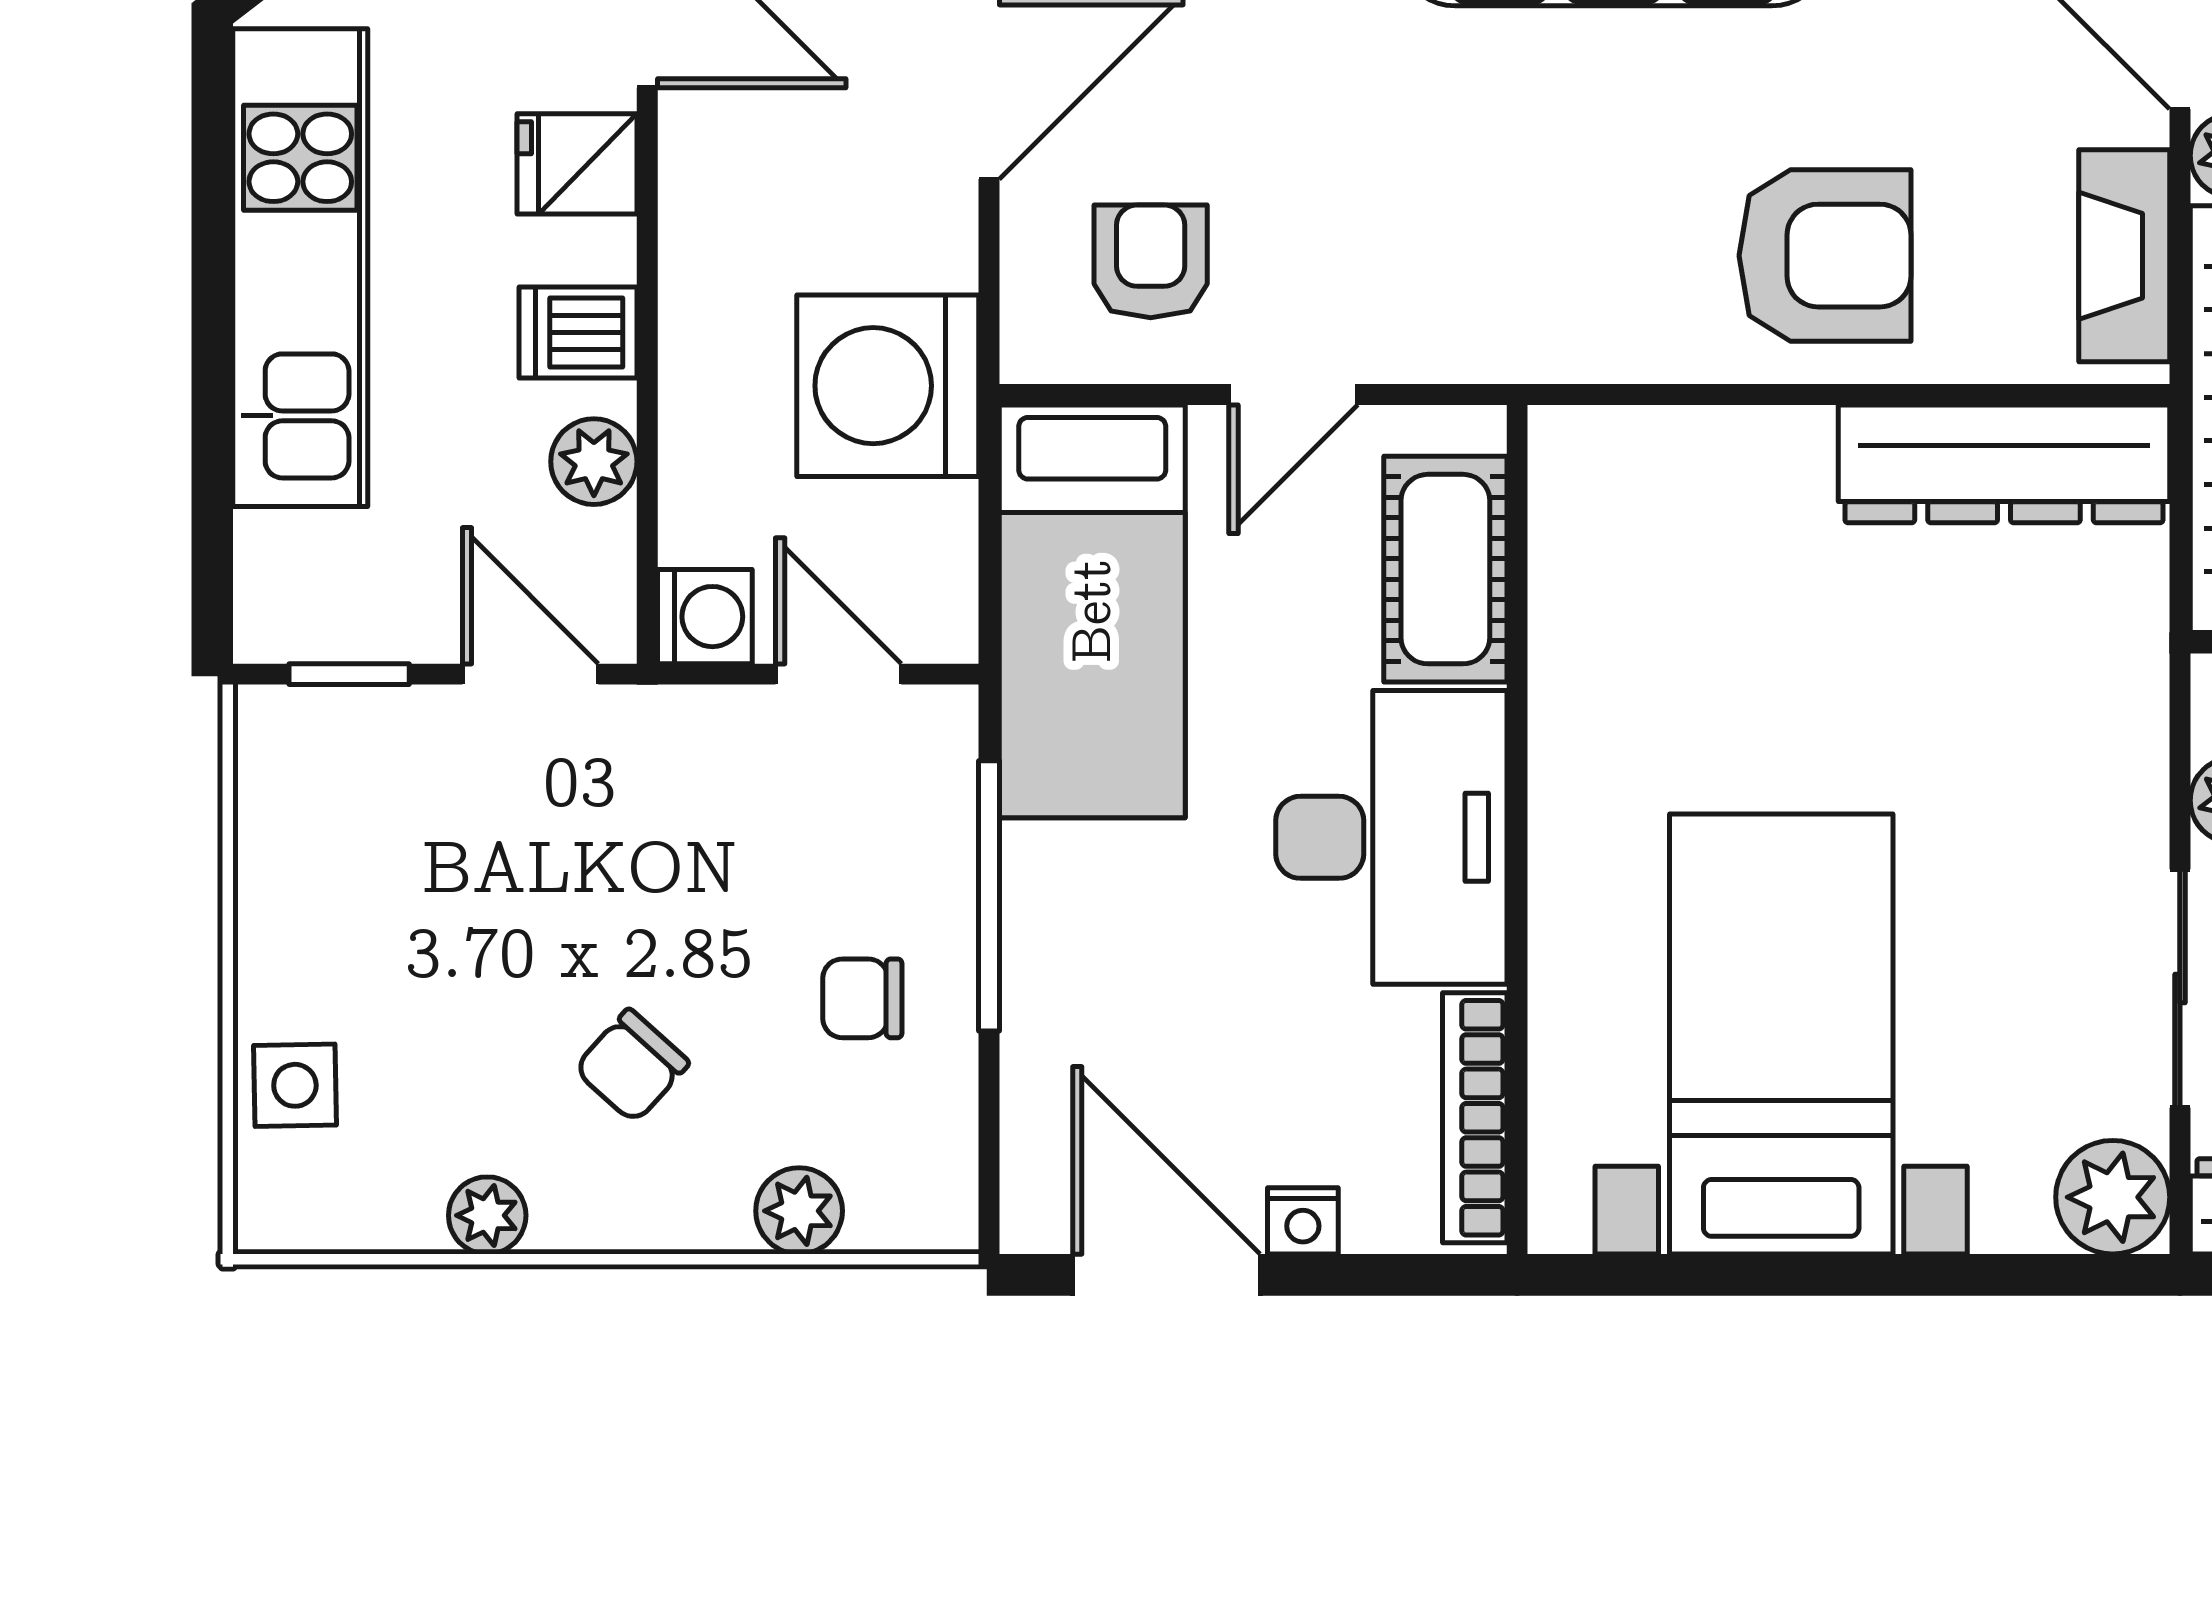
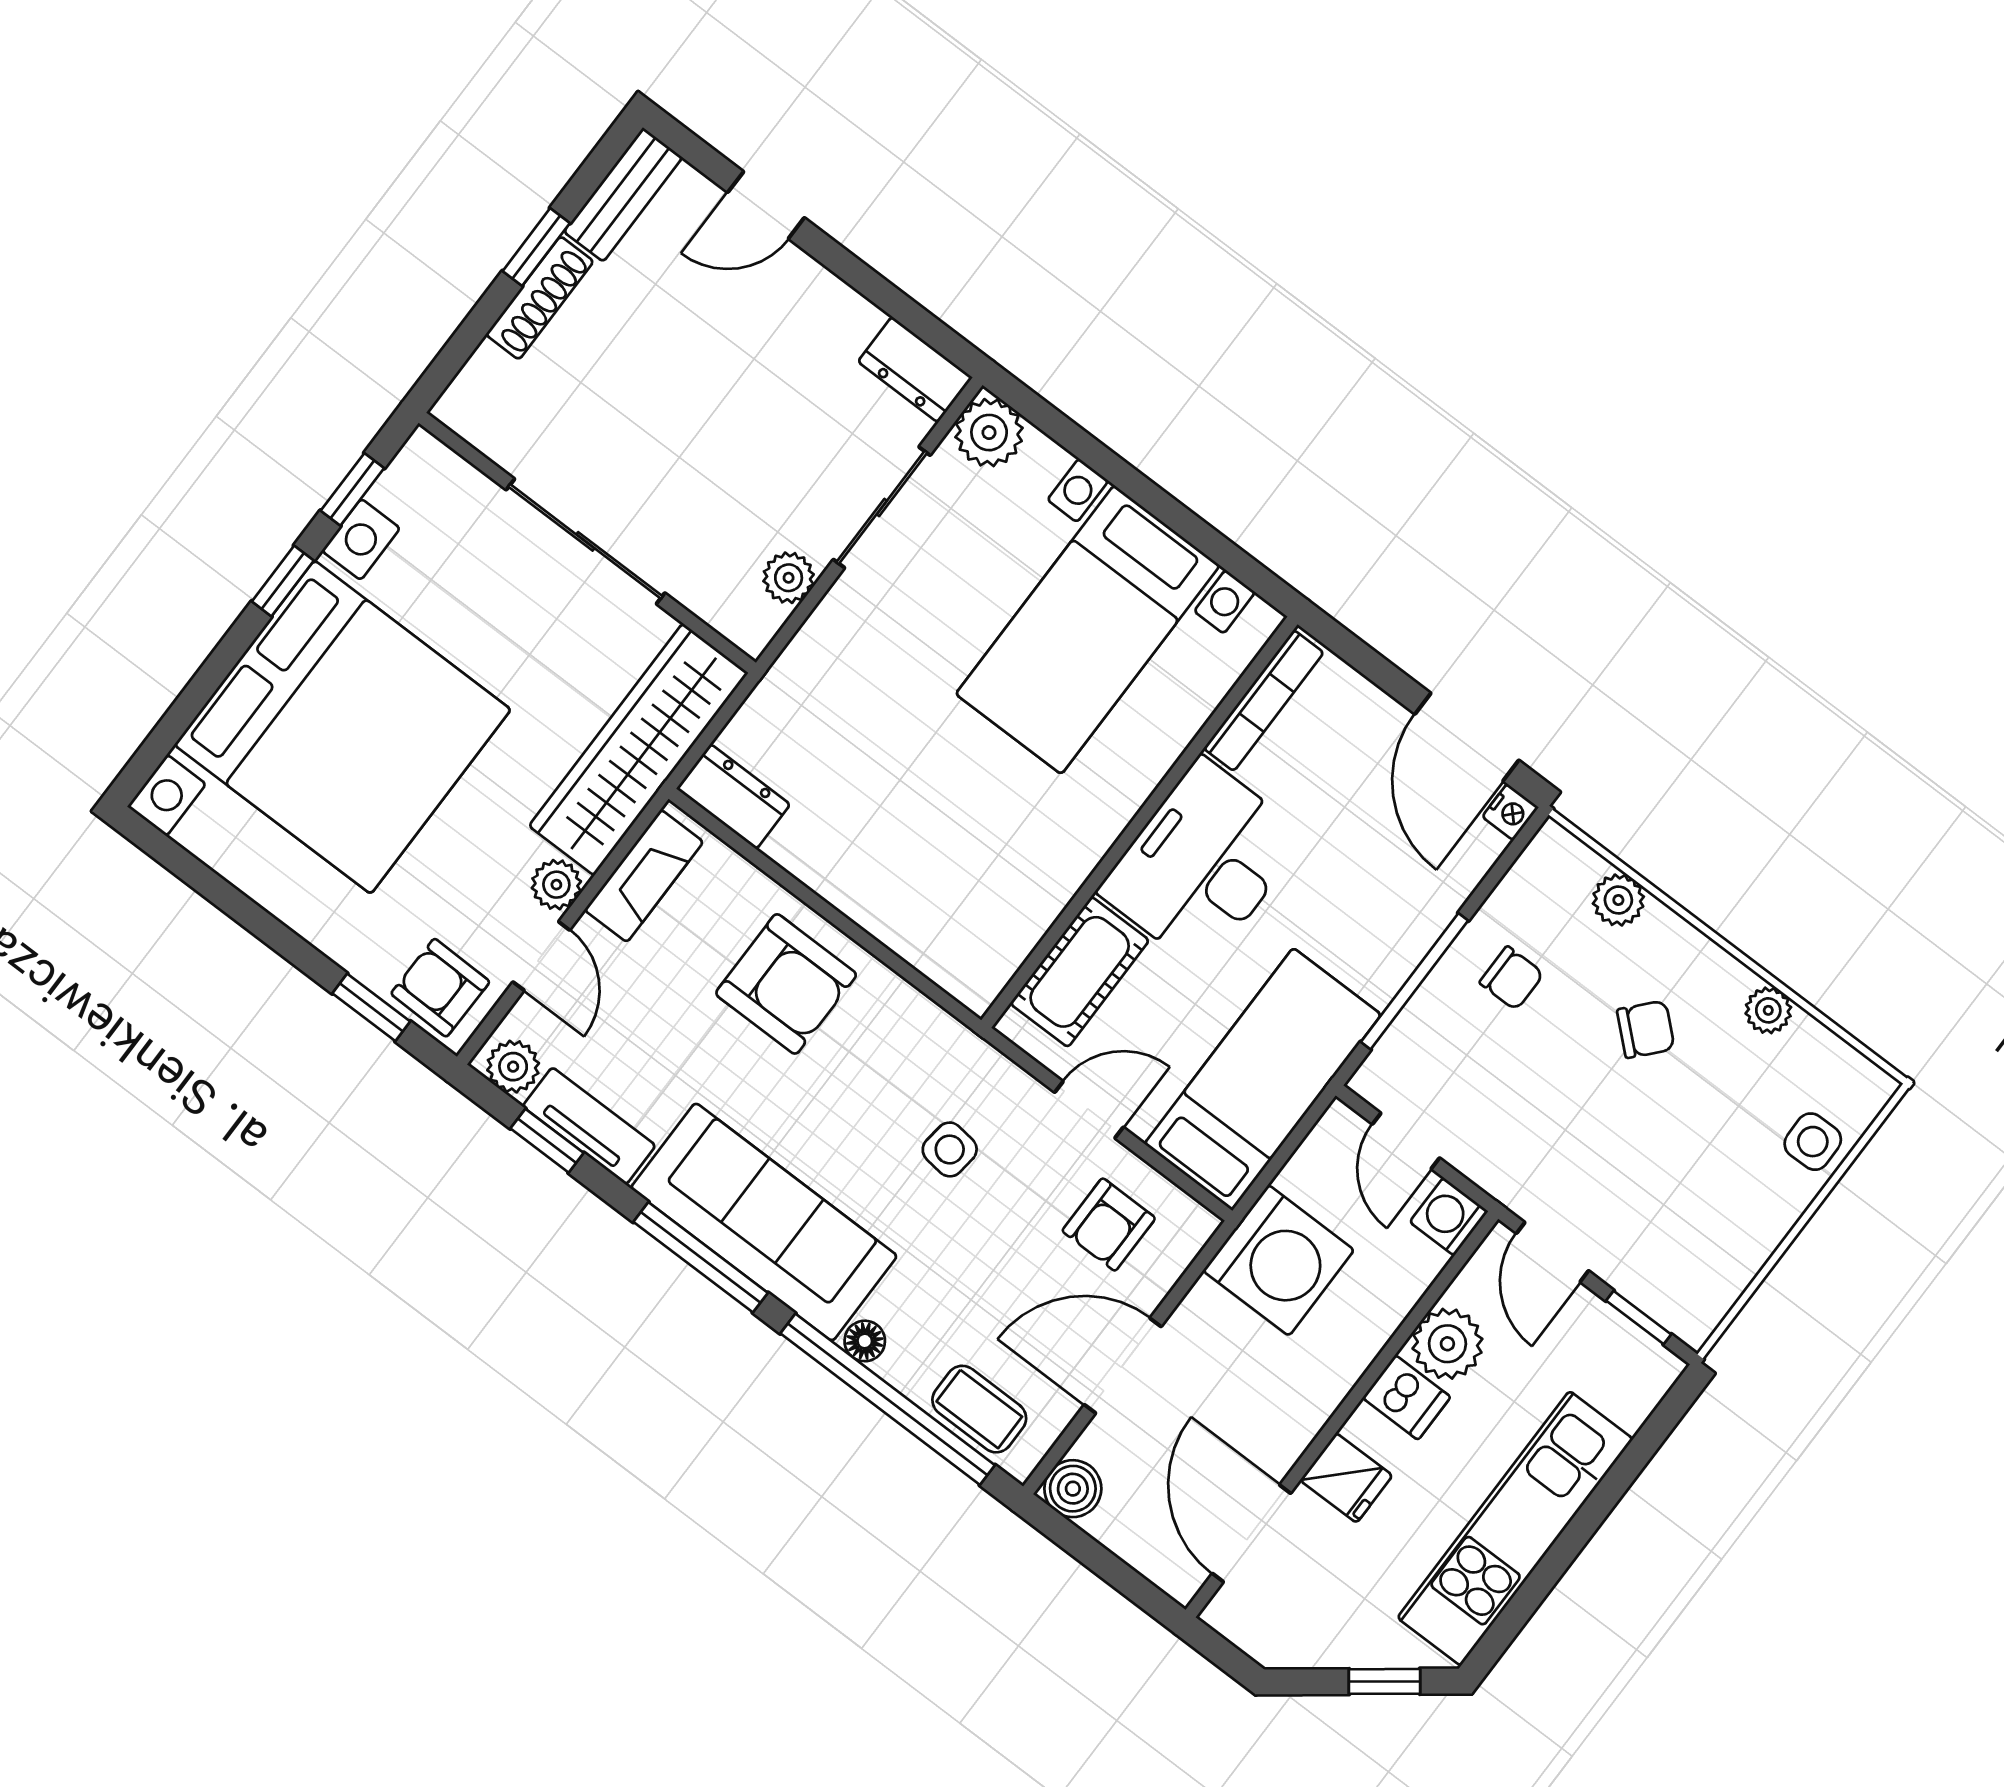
side table: (1439, 200) -> (950, 1149), added
armchair: (1825, 256) -> (786, 984), turned 180
plant: (594, 462) -> (1447, 1344), width x1.38, depth x1.38
dresser: (2004, 464) -> (733, 797), width x0.51, depth x0.80
nightstand: (1303, 1221) -> (1510, 812), moved, turned 90

